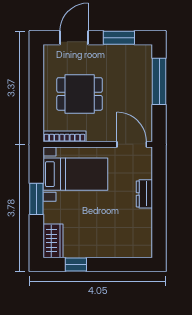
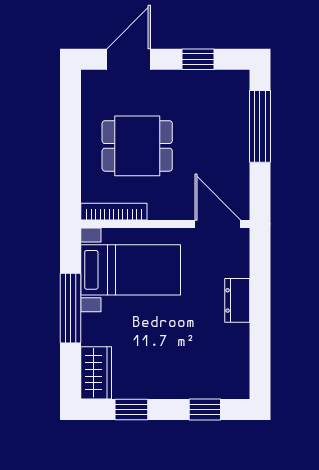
window: (119, 38) -> (198, 59), width x0.67
window: (36, 199) -> (70, 308), width x1.44
window: (123, 264) -> (205, 409), added

